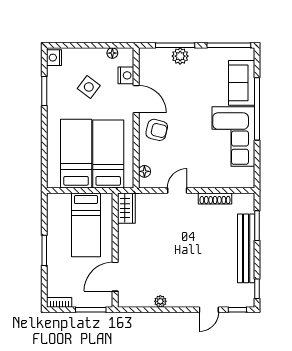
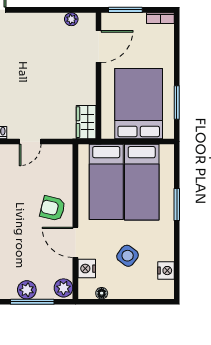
nightstand: (54, 58) -> (166, 271), moved
plant: (147, 58) -> (63, 288), added
window: (44, 91) -> (177, 204), moved
floor lamp: (144, 171) -> (66, 163), removed
bed: (86, 225) -> (139, 104), width x1.50
window: (44, 250) -> (177, 103), moved
plant: (160, 301) -> (71, 19), moved

